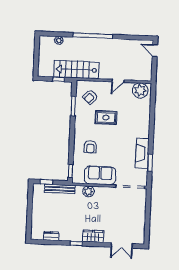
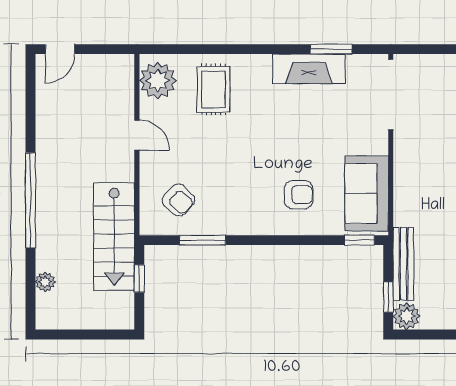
rug: (106, 118) -> (213, 89), moved
sofa: (100, 175) -> (367, 193), moved
plant: (88, 191) -> (407, 316), moved

